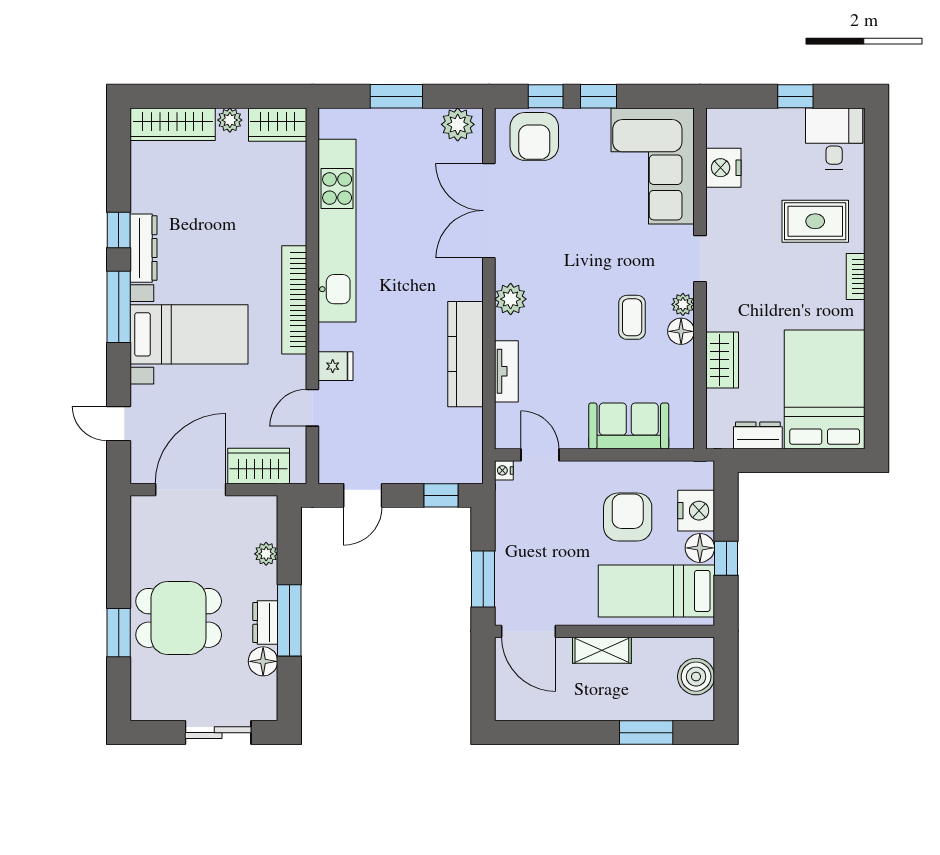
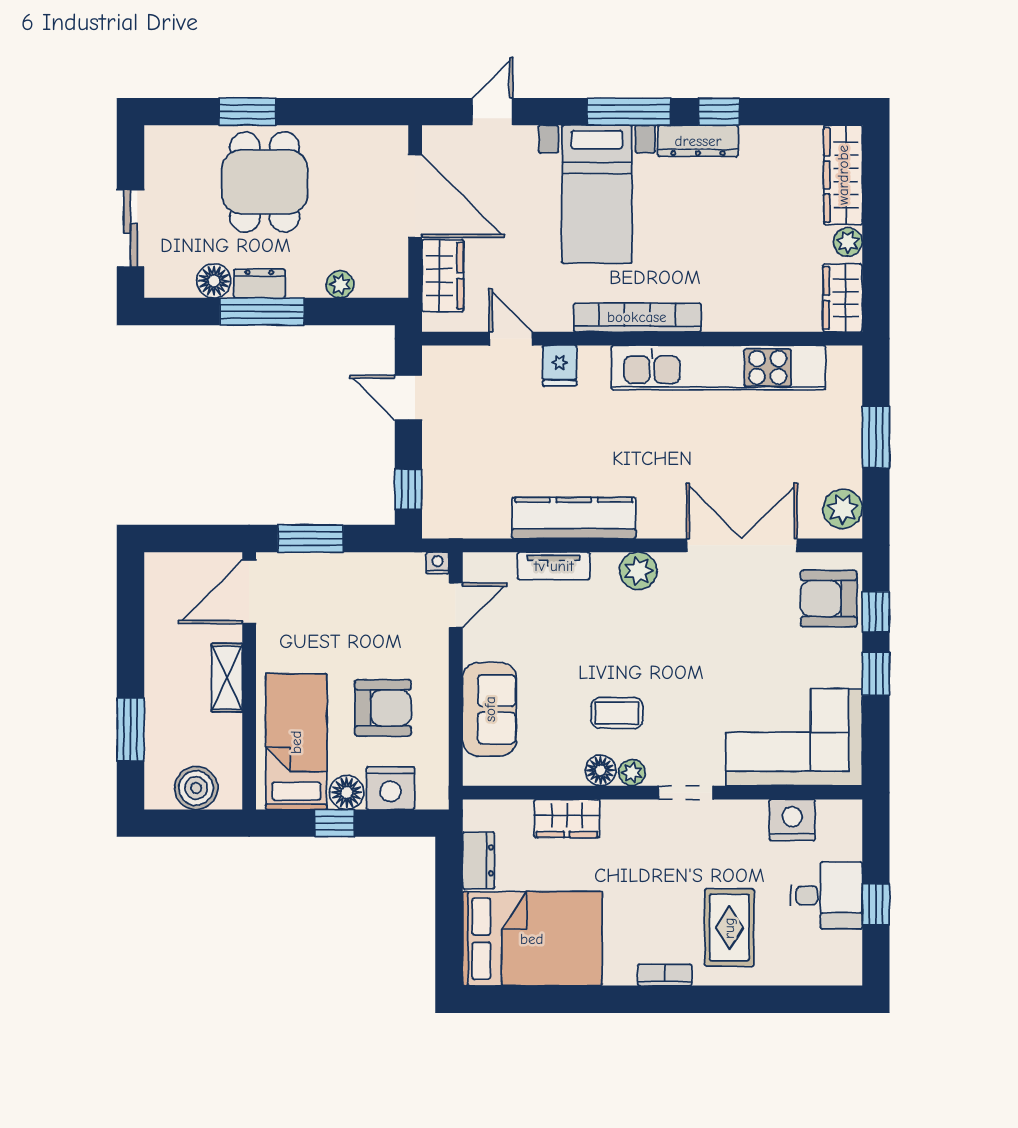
desk: (834, 138) -> (826, 895), moved

